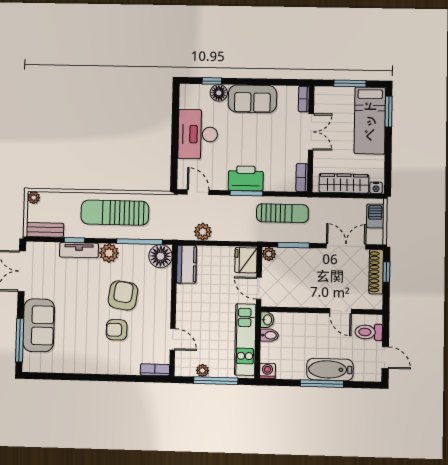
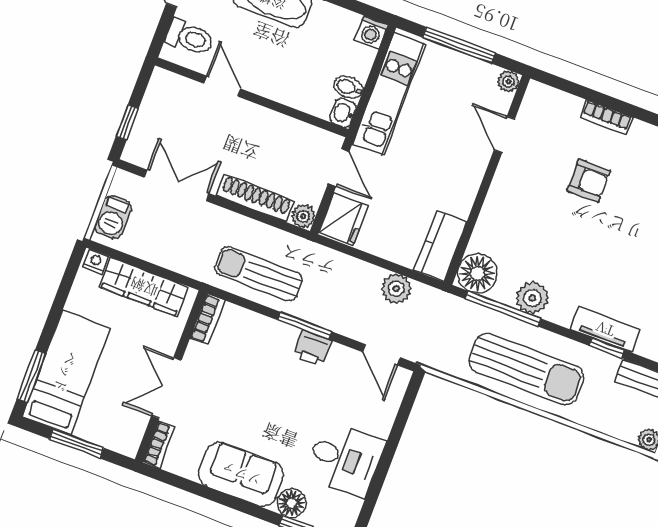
desk: (198, 134) -> (345, 459), width x0.73
printer: (246, 178) -> (312, 348), width x0.53, depth x0.68
window: (293, 245) -> (259, 217), removed
double door: (346, 246) -> (176, 185), swing flipped
plant: (109, 253) -> (532, 298), moved
shoe rack: (376, 272) -> (255, 198), moved, turned -90
armchair: (123, 295) -> (559, 232), removed
bookcase: (155, 370) -> (606, 118), moved
plant: (202, 370) -> (508, 81), moved

